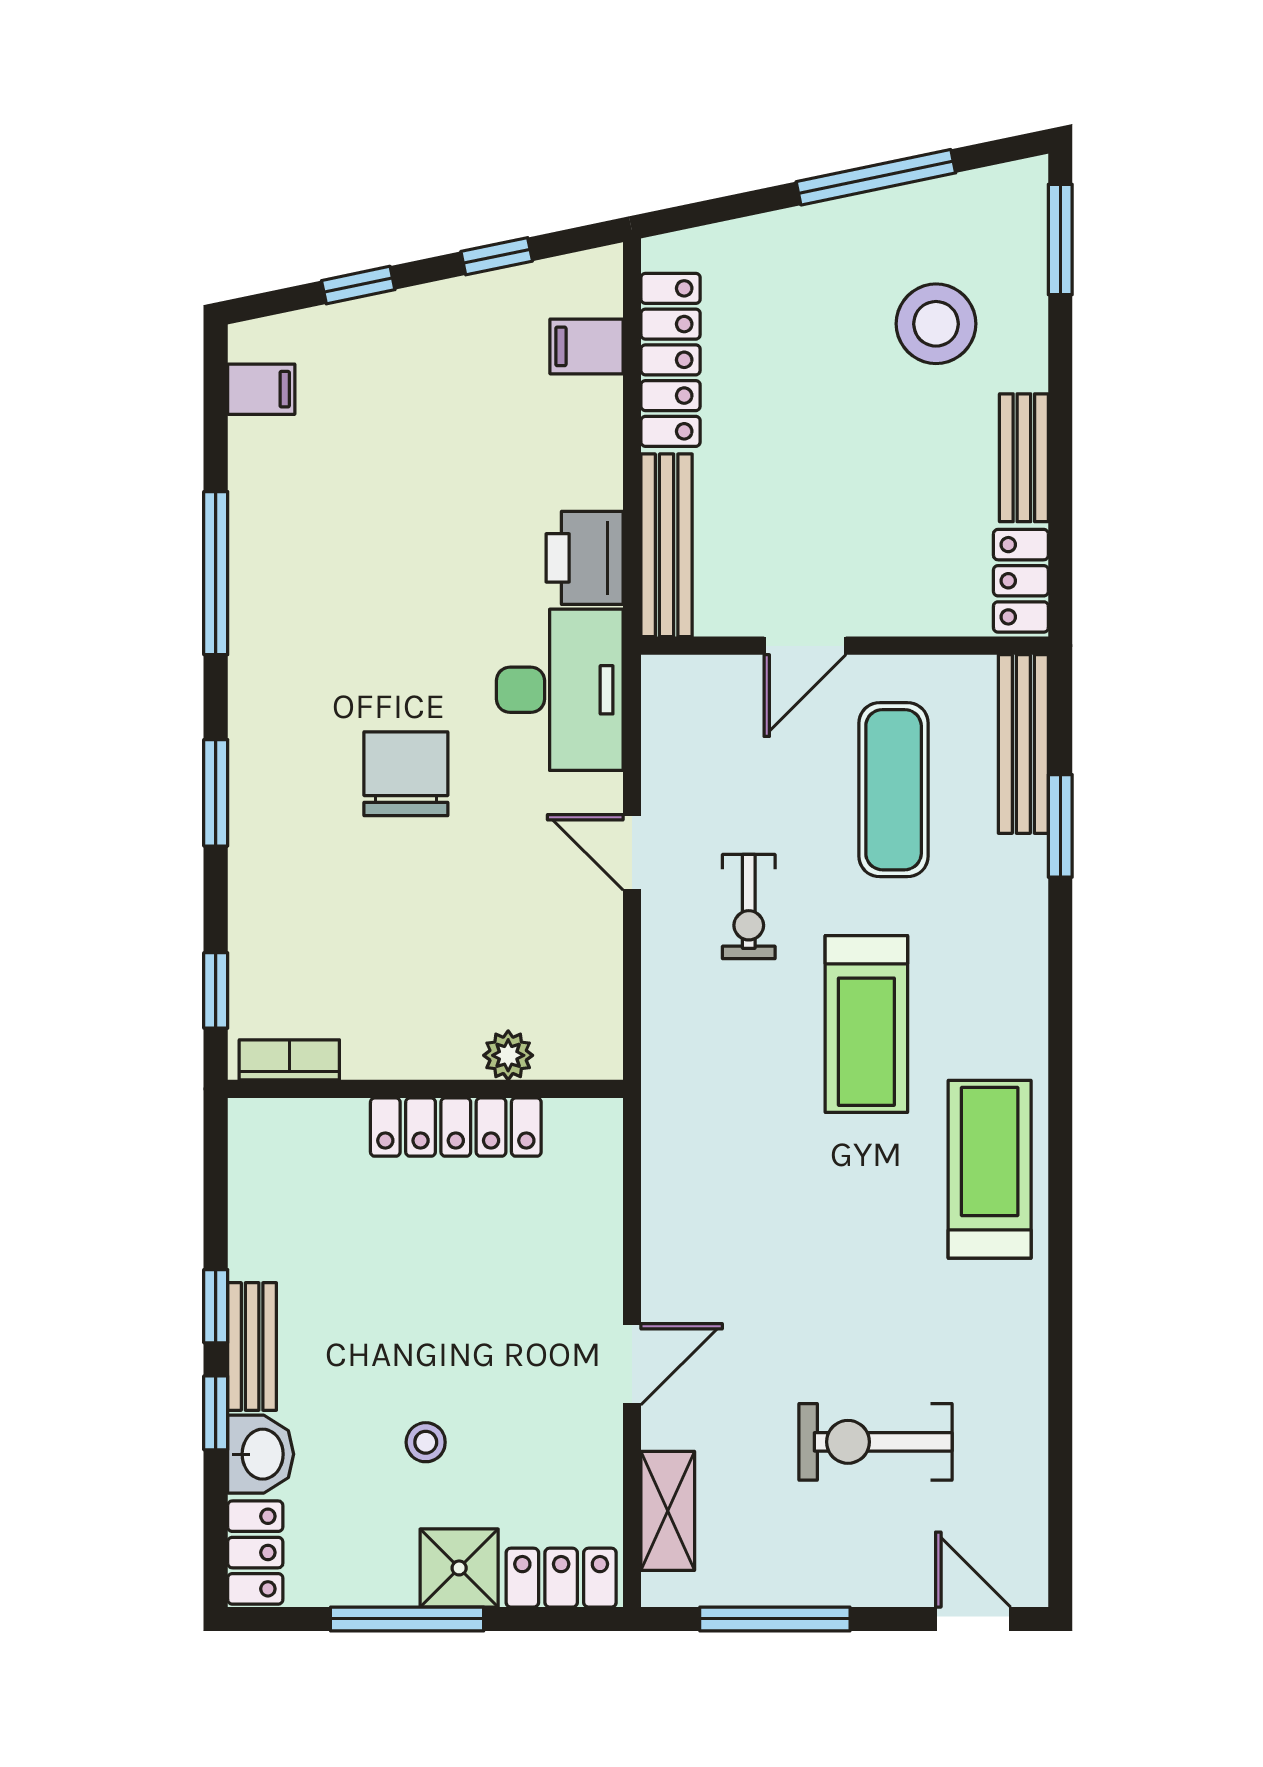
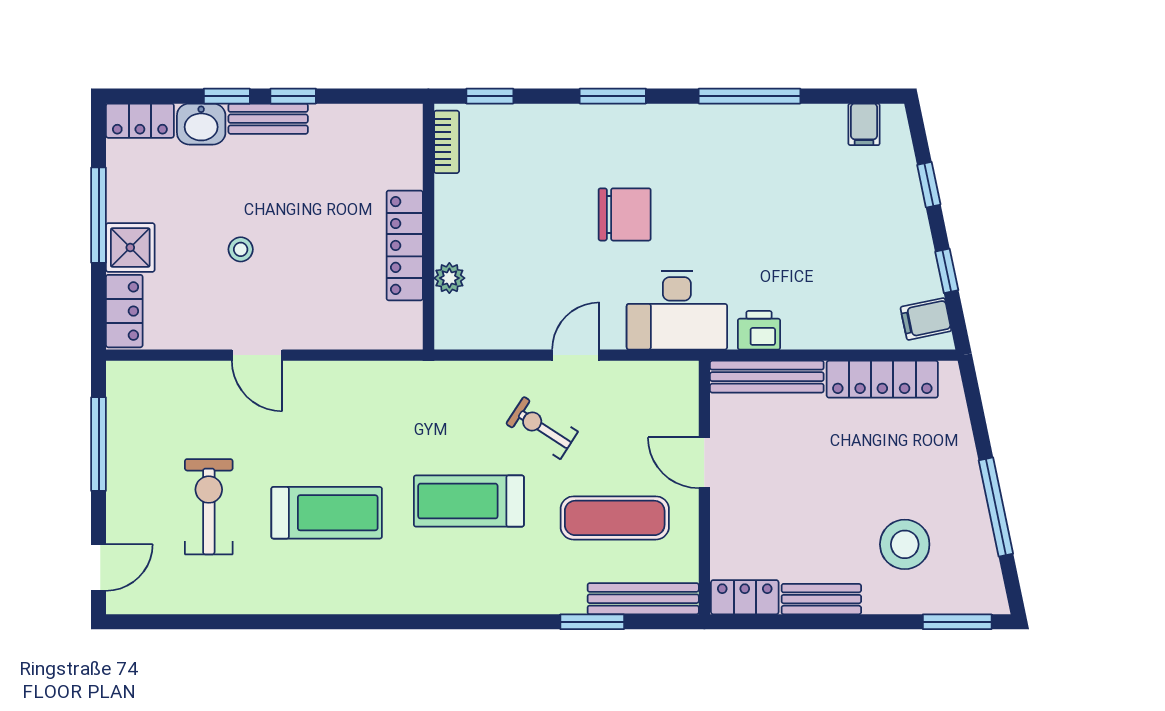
filing cabinet: (586, 346) -> (926, 319), moved, turned -102
printer: (585, 558) -> (759, 330), width x0.73, depth x0.81
exercise bike: (749, 907) -> (542, 428), turned 33
treadmill: (990, 1169) -> (327, 513), moved
stool: (426, 1442) -> (241, 249), moved
shelving: (668, 1511) -> (166, 377), removed

